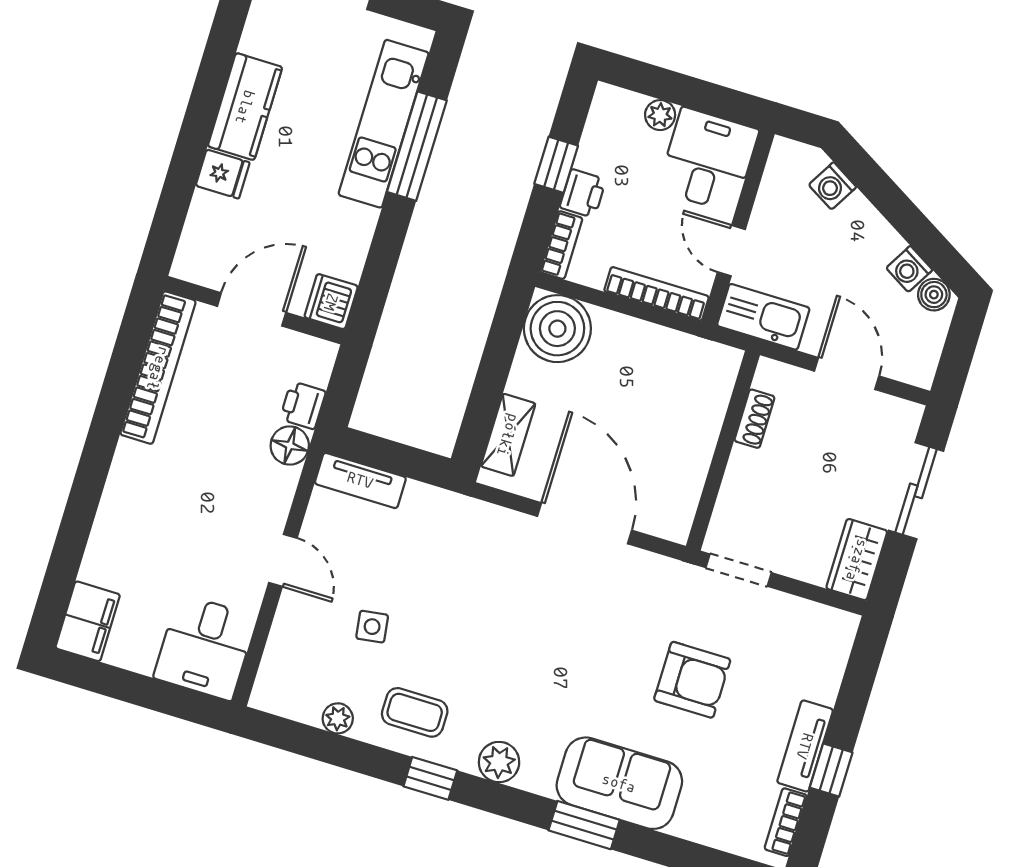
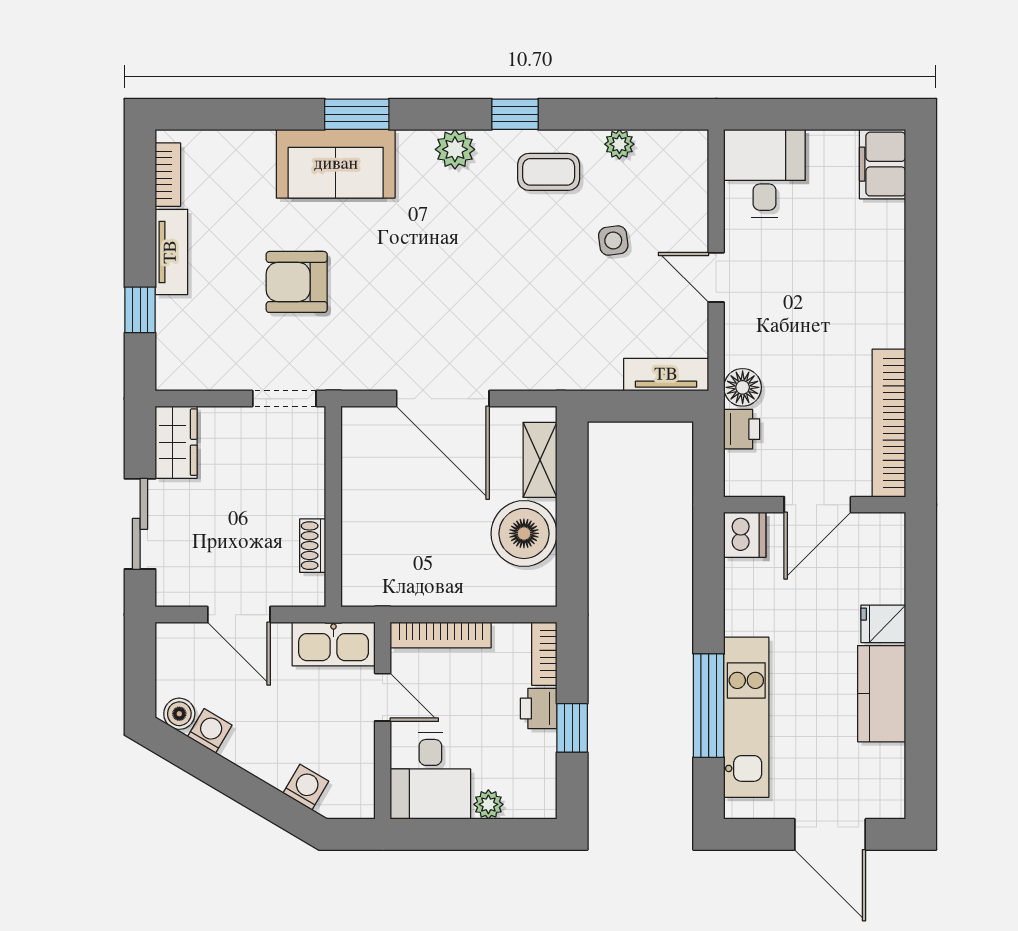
boiler: (557, 329) -> (524, 533), moved
window: (831, 770) -> (140, 310), moved

